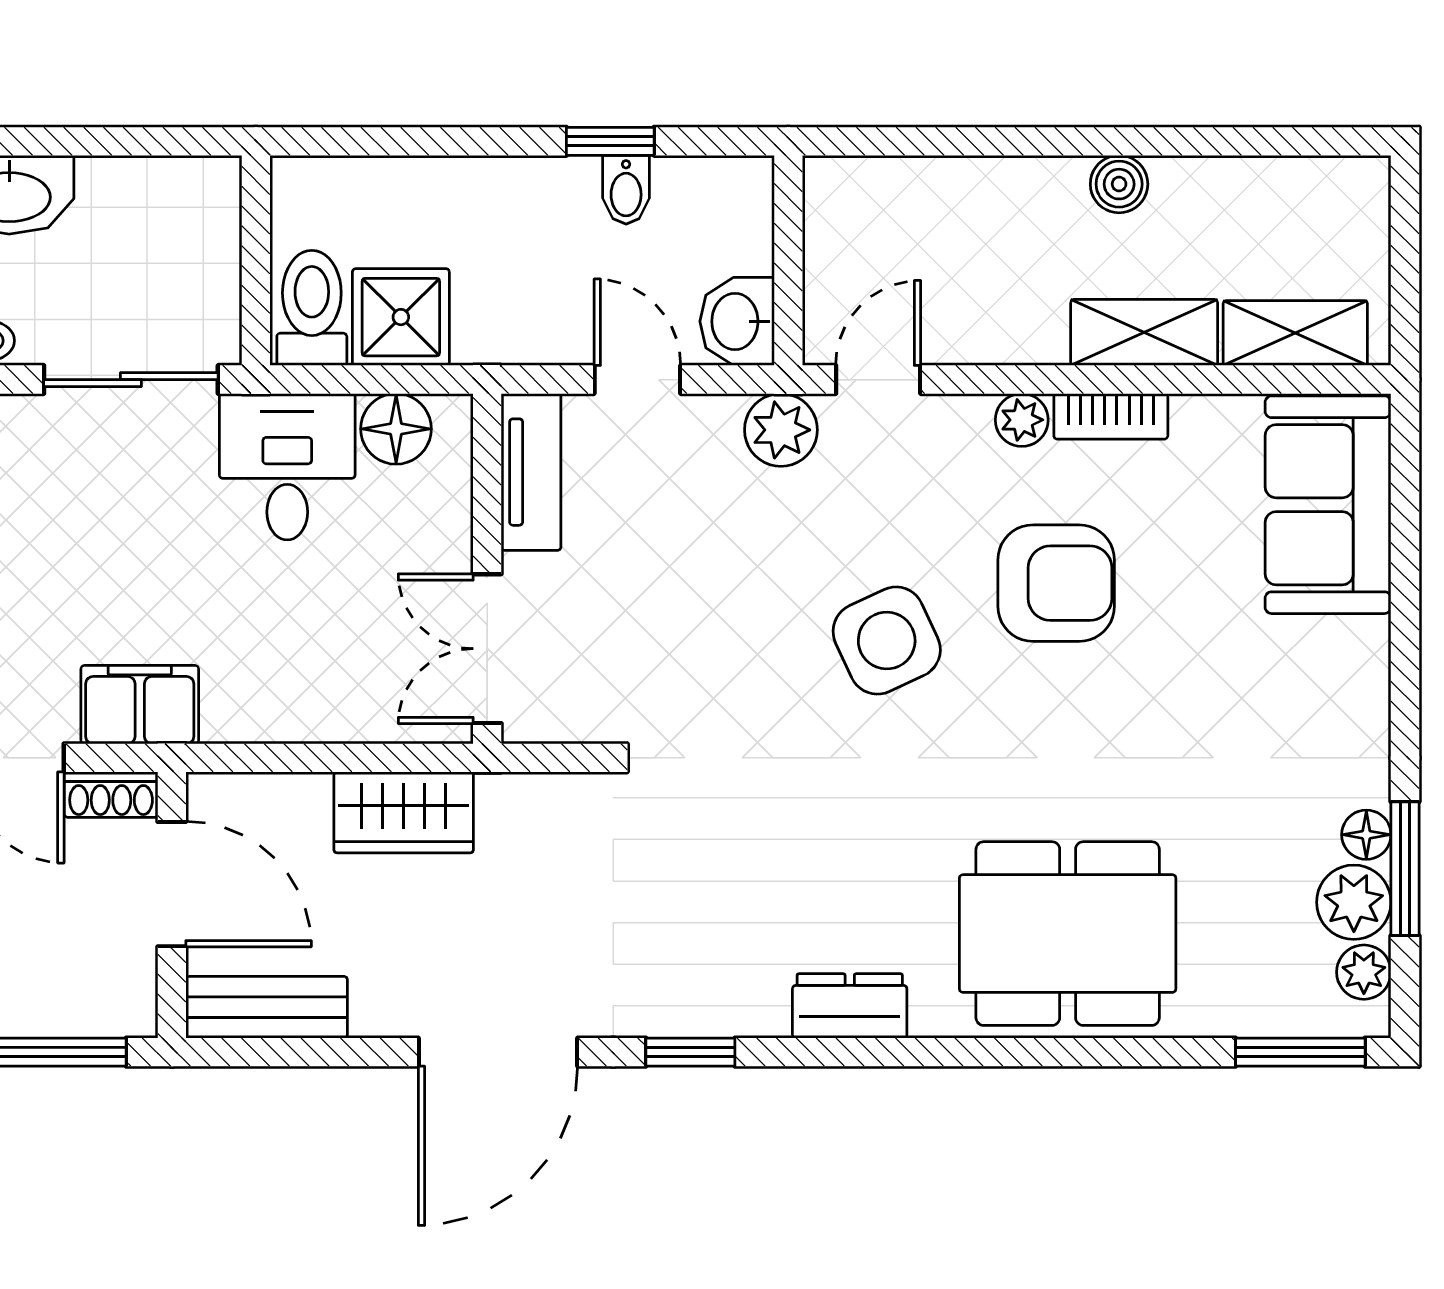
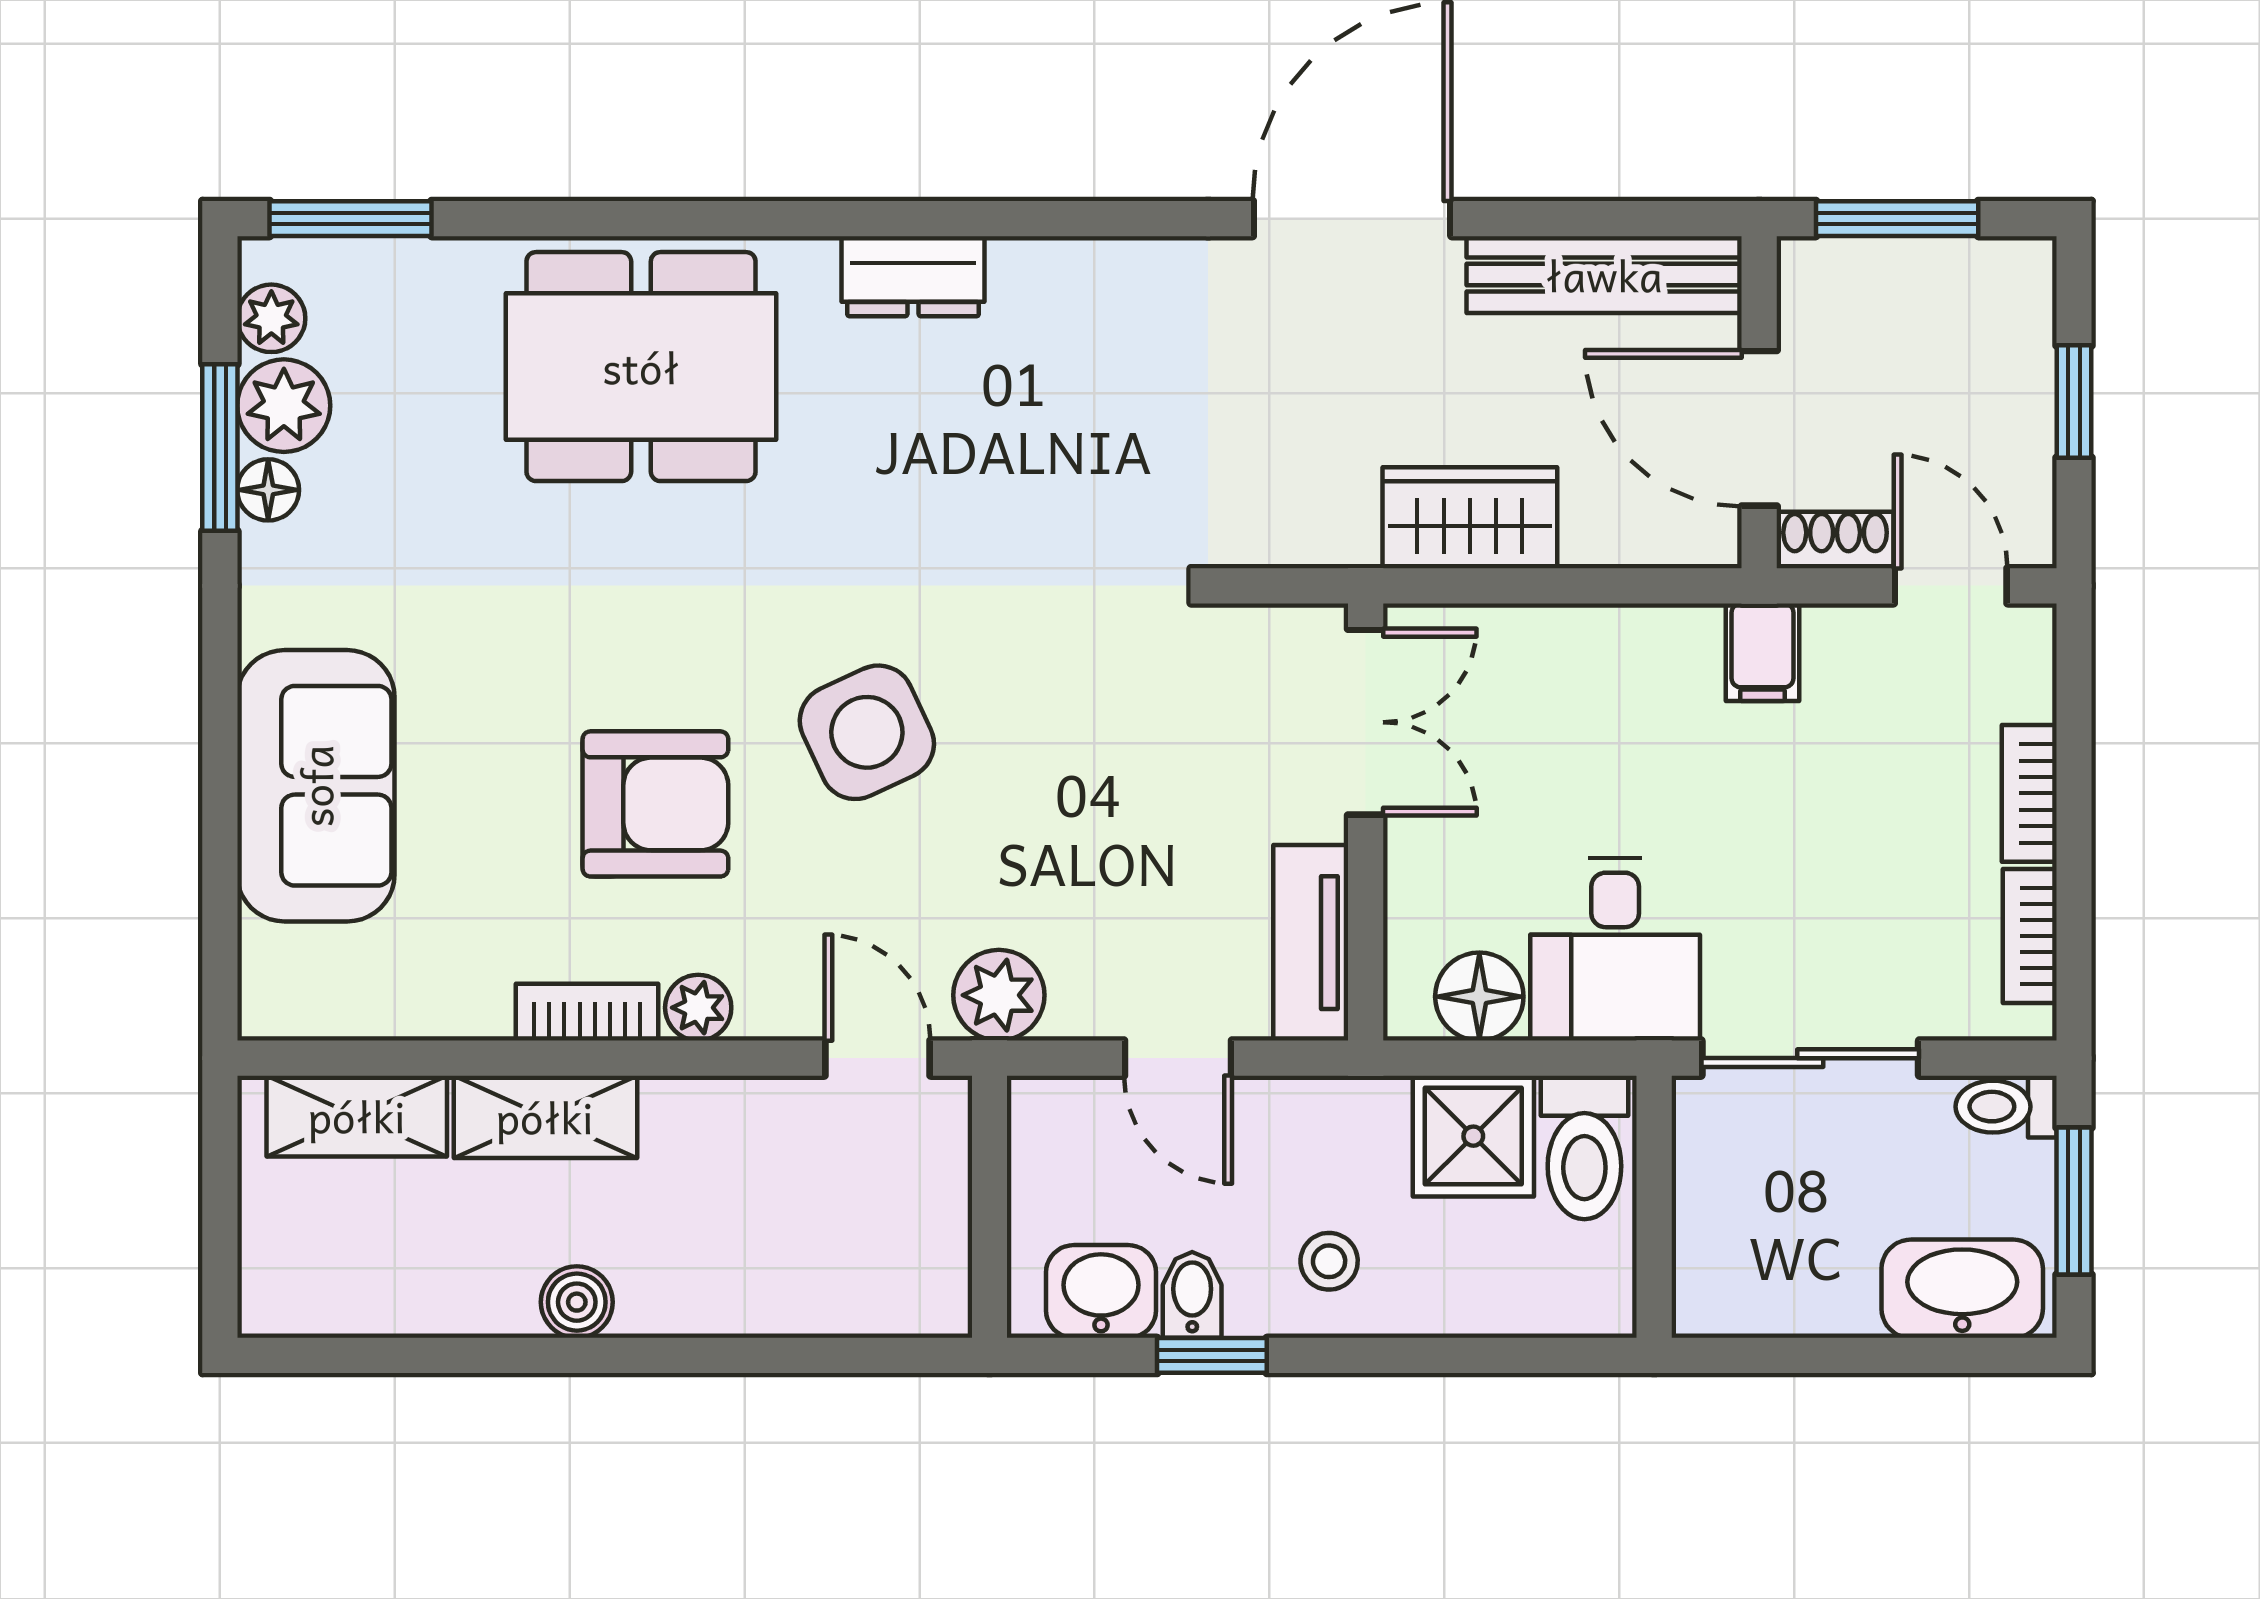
stool: (516, 217) -> (1329, 1261), added
washbasin: (737, 321) -> (1101, 1291), moved, turned -90
door: (878, 380) -> (877, 1058), swing flipped
sofa: (1328, 505) -> (316, 786), moved
armchair: (1056, 583) -> (655, 804), turned 180
filing cabinet: (140, 705) -> (1763, 652), width x0.50
bench: (267, 1007) -> (1604, 275), width x1.36
window: (690, 1052) -> (1112, 219), removed

